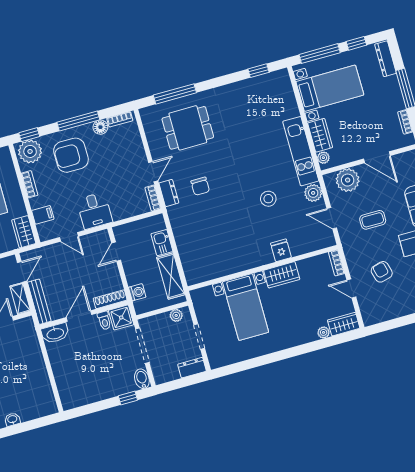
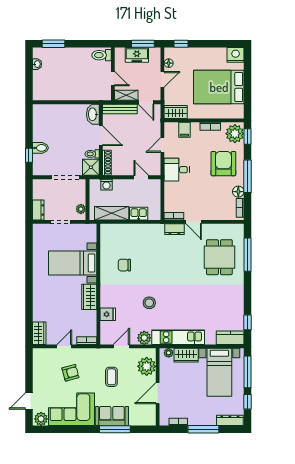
kitchen counter: (283, 87) -> (230, 338), added
chair: (200, 186) -> (124, 265), moved
fridge: (281, 250) -> (108, 314), moved
plant: (324, 332) -> (37, 316), removed
bidet: (142, 379) -> (40, 148), moved

